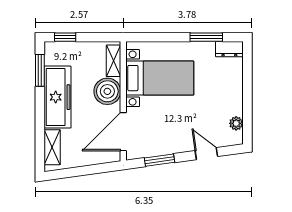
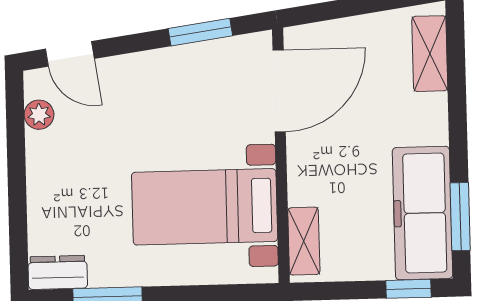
boiler: (107, 91) -> (315, 176), removed
freezer: (57, 97) -> (423, 213), moved
door: (206, 154) -> (70, 54), moved

